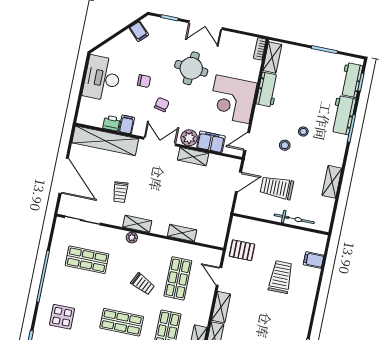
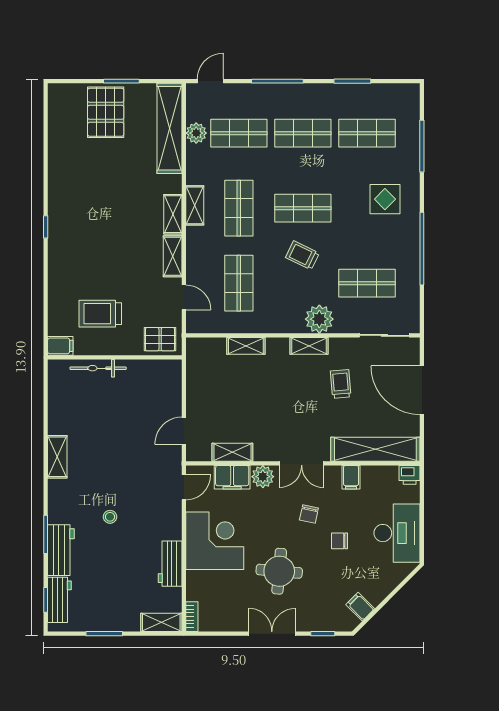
shelving: (272, 57) -> (161, 622), moved, turned 90
printer: (111, 123) -> (410, 475), moved
stool: (285, 145) -> (131, 493), removed
shelving: (193, 157) -> (232, 452), moved
trolley: (277, 188) -> (130, 434), removed
bicycle: (294, 219) -> (98, 368), moved
wall: (281, 224) -> (115, 357), moved
plant: (132, 238) -> (319, 319), width x1.88, depth x1.88
trolley: (281, 277) -> (100, 314), turned 90
trolley: (143, 284) -> (302, 255), moved

